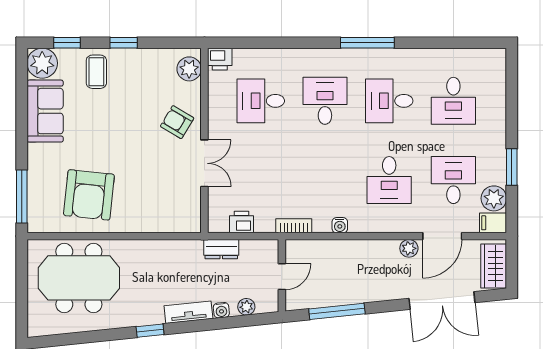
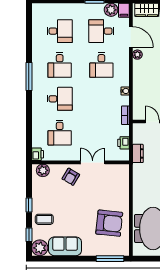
desk: (325, 101) -> (60, 99), turned 180
desk: (389, 180) -> (101, 65), turned 90

